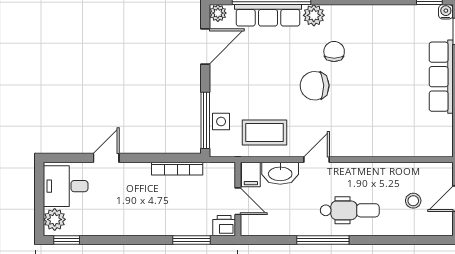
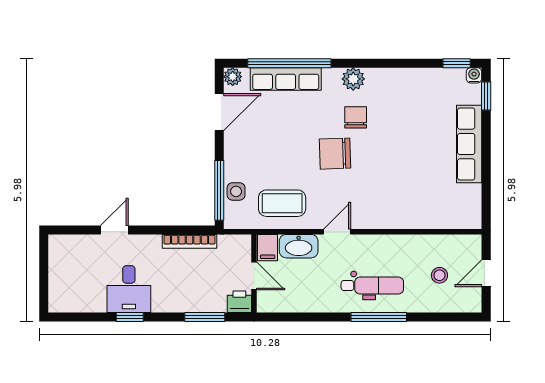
plant: (314, 15) -> (353, 79), moved
desk: (66, 186) -> (129, 289), moved, turned -90
plant: (55, 219) -> (60, 295), removed
window: (67, 240) -> (130, 317), moved
window: (323, 240) -> (379, 317), moved

